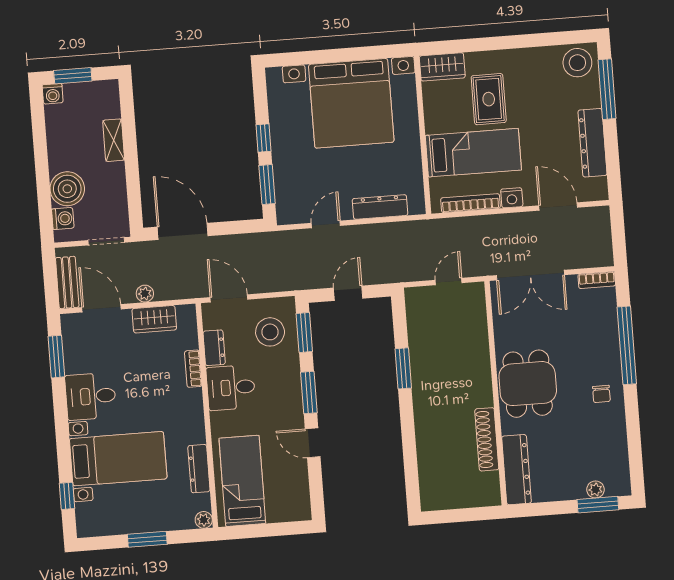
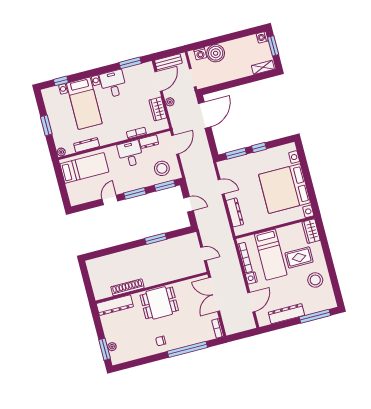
stool: (577, 63) -> (315, 280), moved
shelving: (114, 140) -> (263, 67), moved

